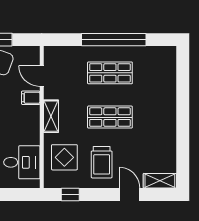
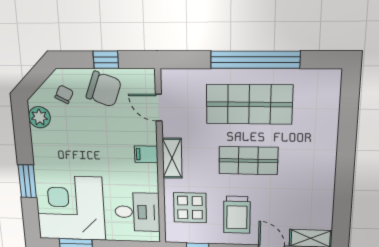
shop shelf: (110, 73) -> (249, 104), width x1.43, depth x1.36
filing cabinet: (31, 98) -> (146, 154), moved

